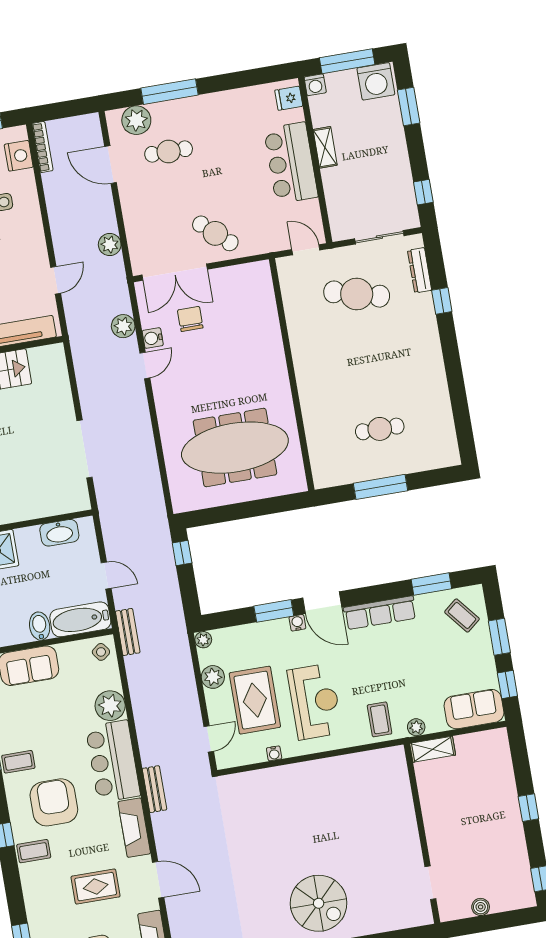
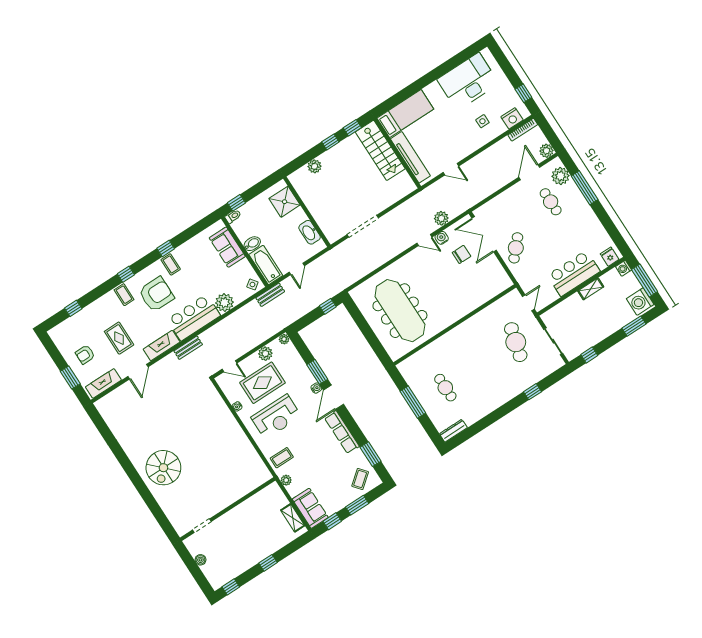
plant: (110, 245) -> (546, 151), moved
dresser: (420, 270) -> (453, 431), moved
shelving: (433, 749) -> (293, 518), moved

